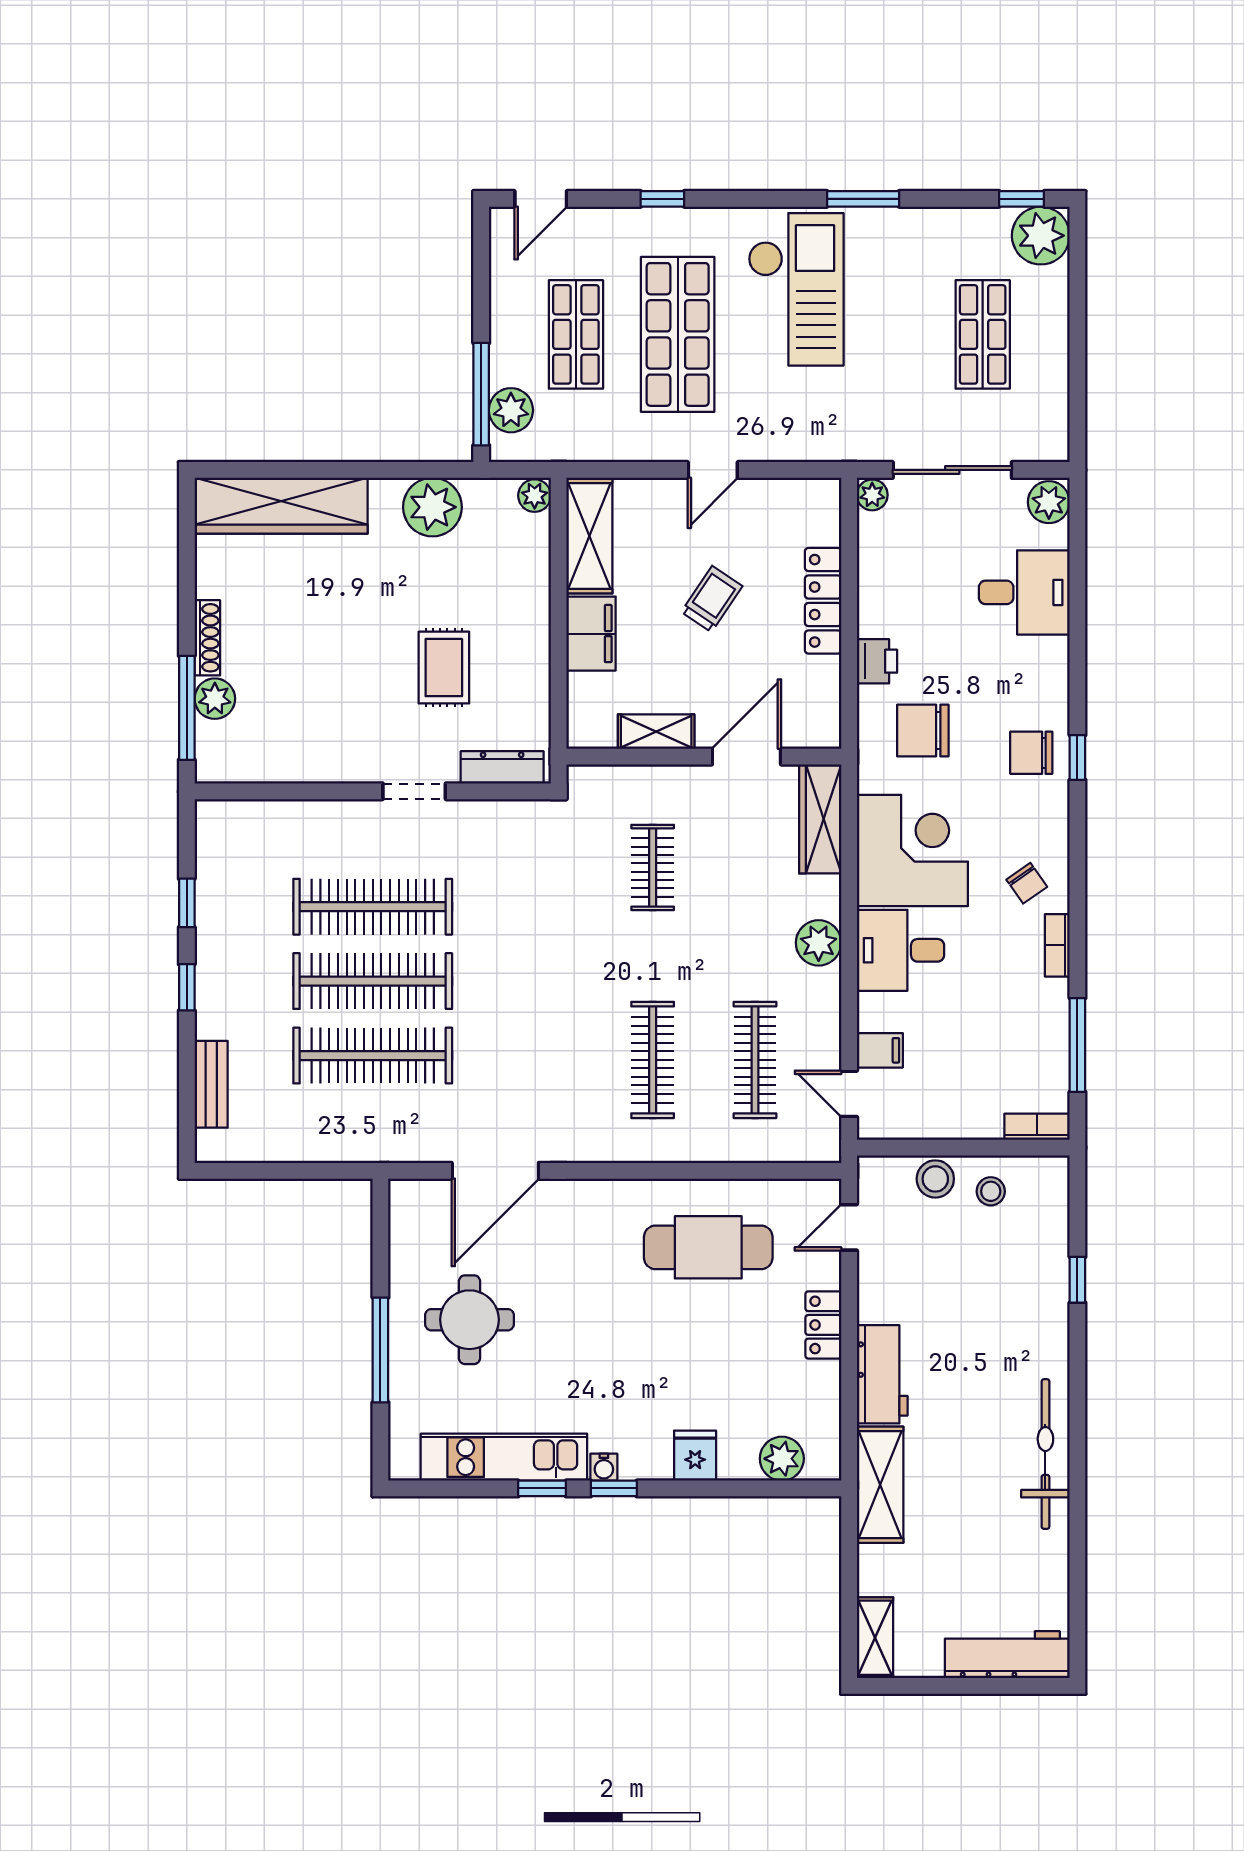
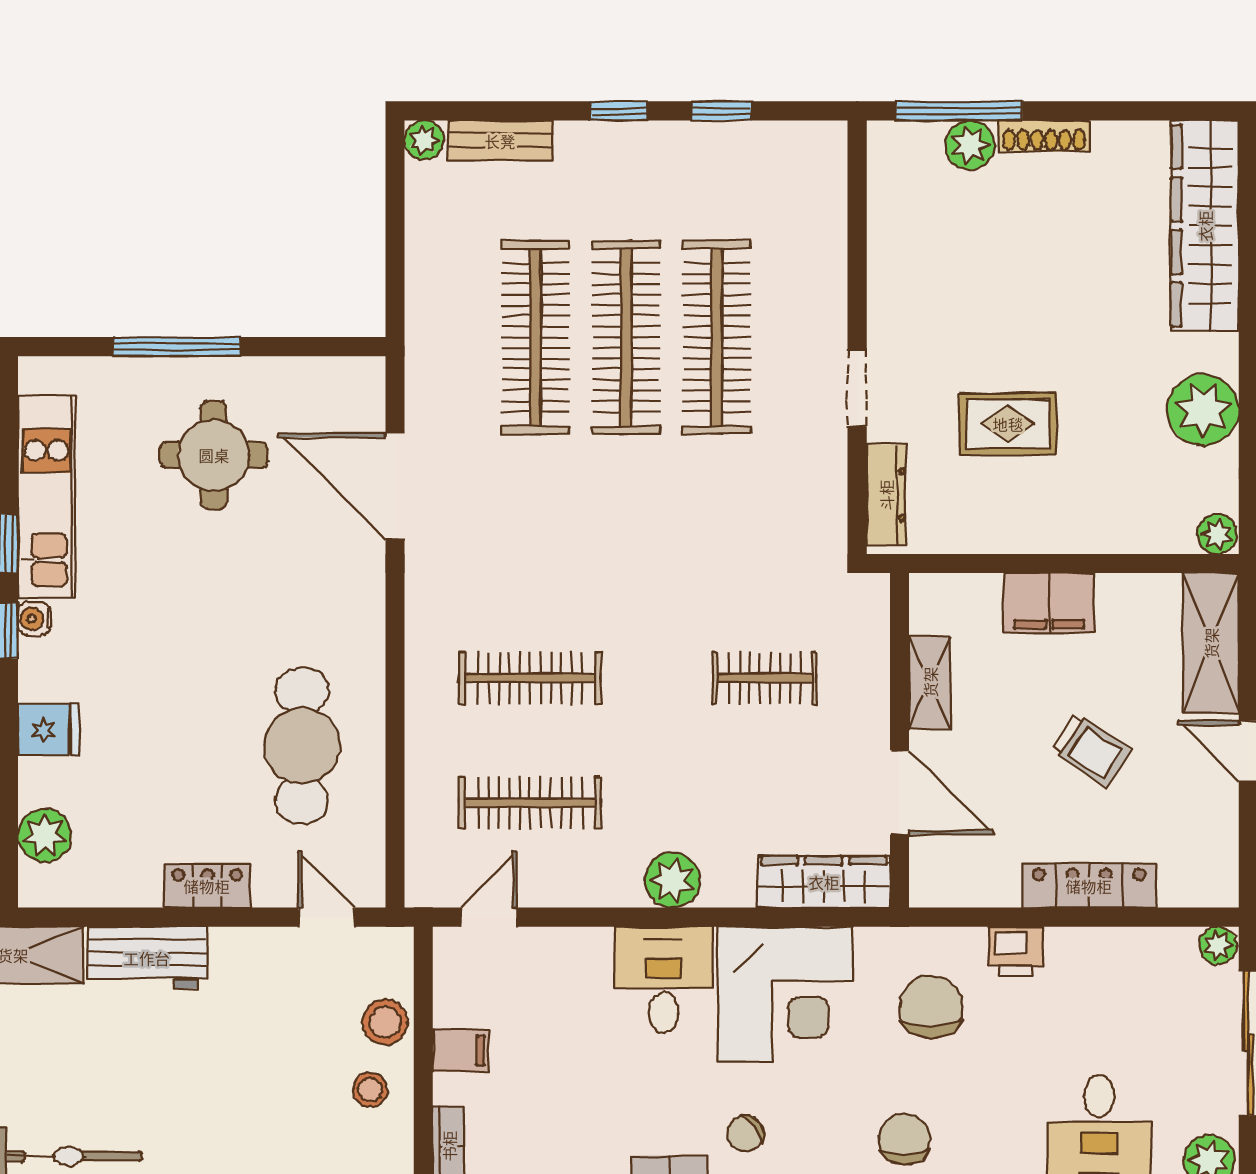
shelving: (589, 536) -> (1211, 643), moved, turned 90
filing cabinet: (880, 1050) -> (461, 1050), moved, turned -90
plant: (211, 1147) -> (424, 140), added

